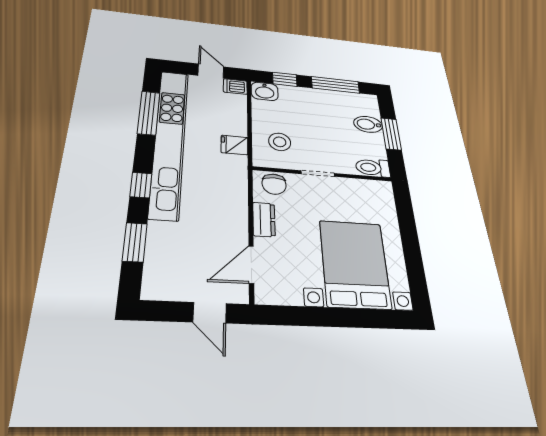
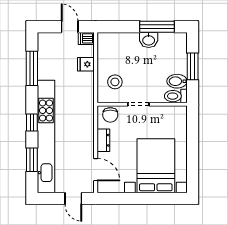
window: (285, 79) -> (121, 27), removed
washbasin: (265, 91) -> (149, 40), moved
bidet: (368, 124) -> (177, 81), moved
kitchen unit: (170, 141) -> (46, 137), moved
fridge: (234, 145) -> (86, 64), moved
door: (251, 265) -> (96, 170), swing flipped

